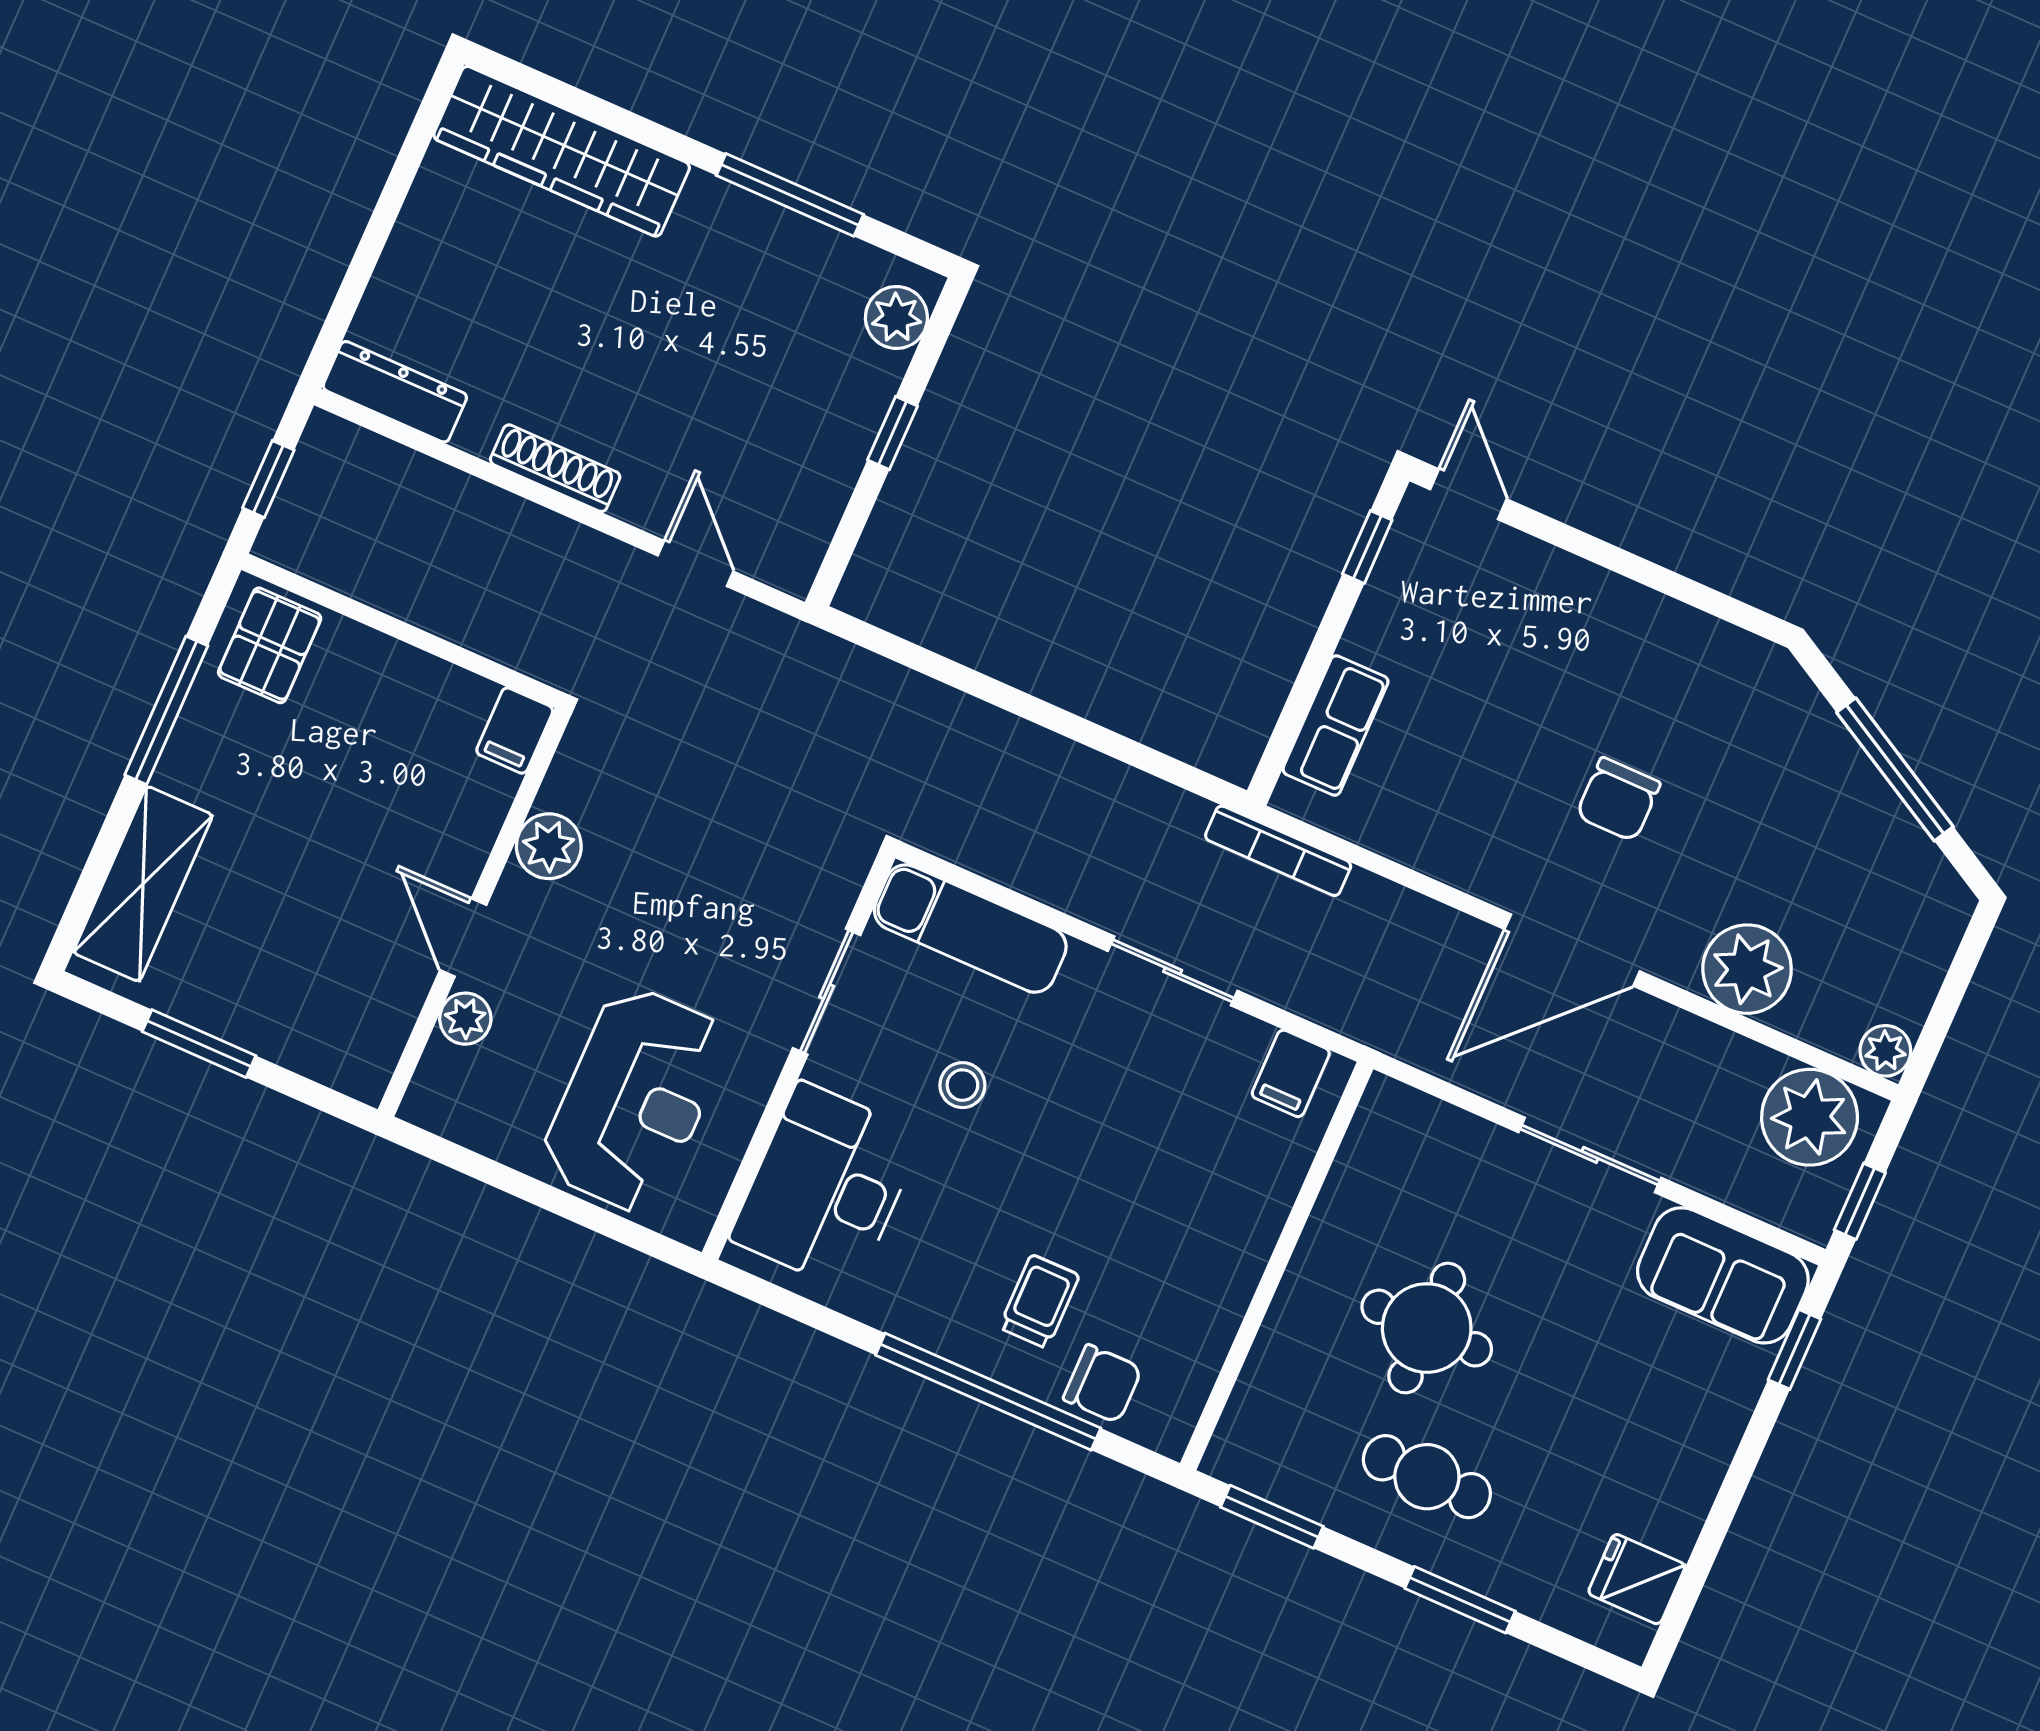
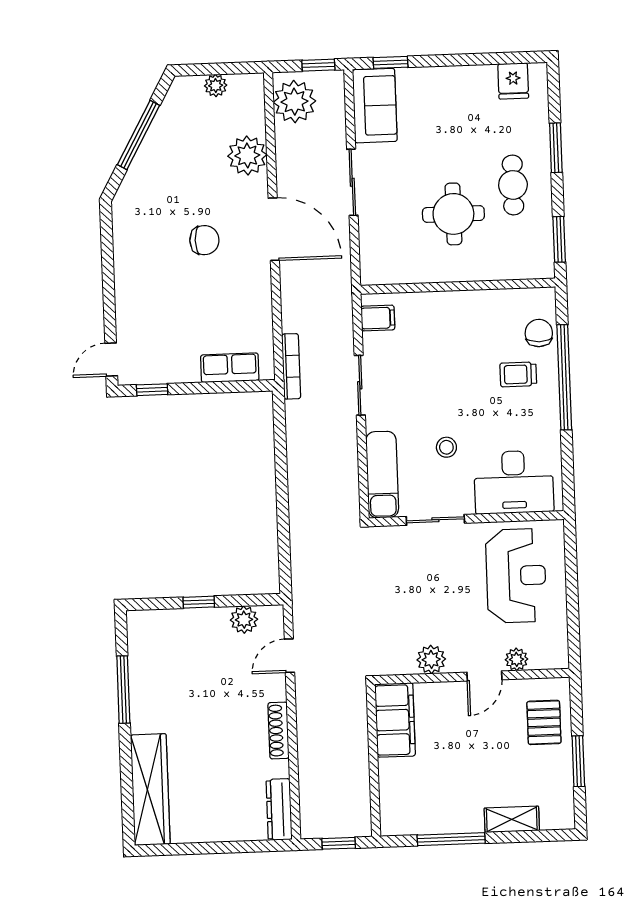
plant: (896, 318) -> (244, 620), moved
pallet: (270, 645) -> (544, 722), moved, turned 90
filing cabinet: (515, 731) -> (395, 720), width x3.00, depth x1.17
shelving: (143, 884) -> (512, 819), width x0.67, depth x0.75
plant: (1885, 1051) -> (216, 86), moved
reception desk: (635, 1100) -> (516, 576), turned 90

